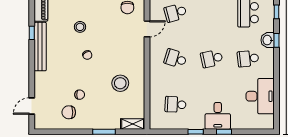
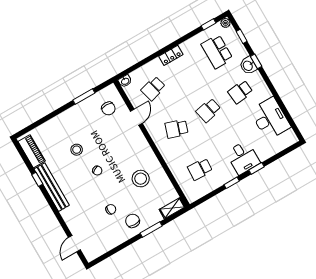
chair: (69, 112) -> (133, 221), moved, turned 90

